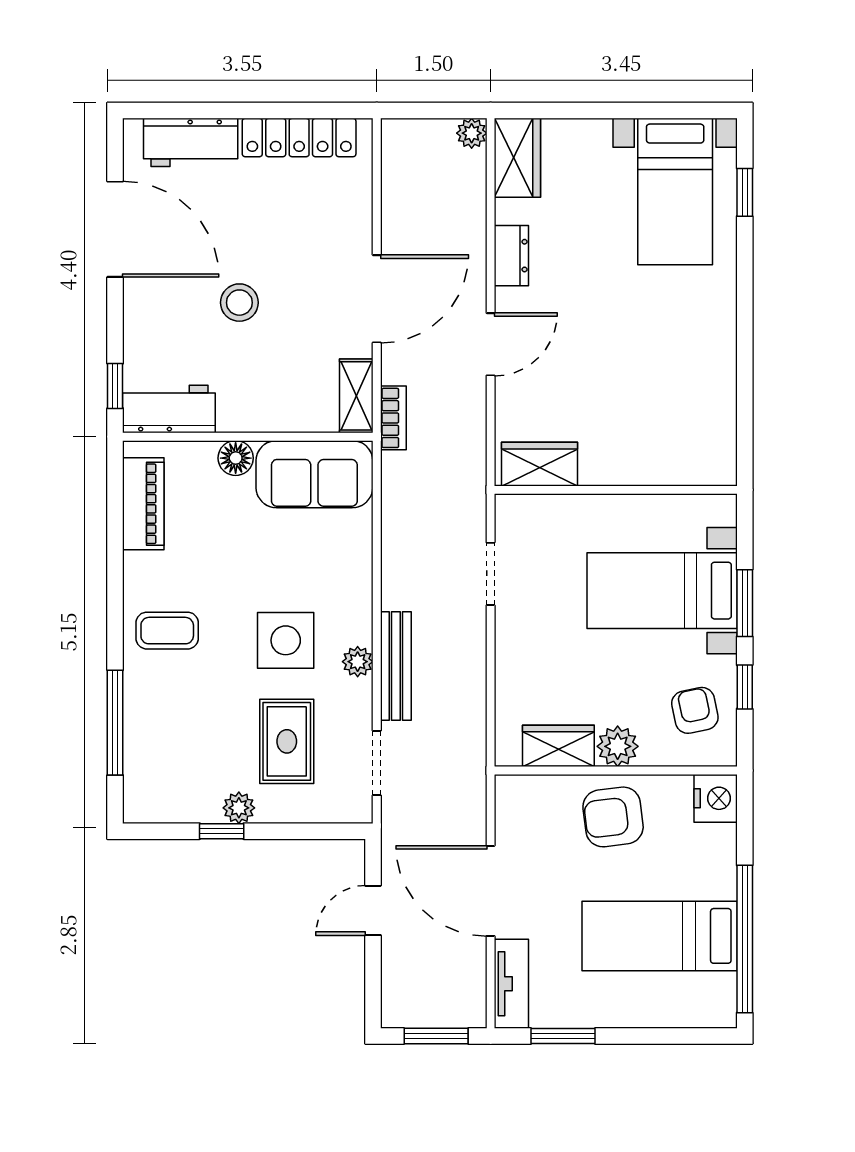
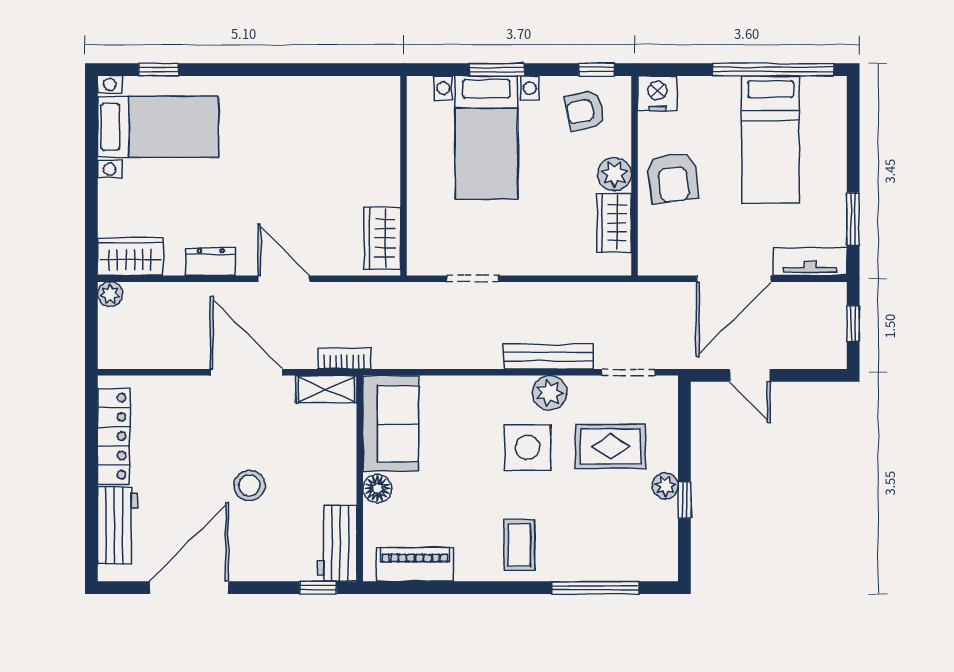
plant: (358, 662) -> (550, 393), width x1.38, depth x1.38
window: (745, 687) -> (597, 70), moved
window: (436, 1036) -> (853, 323), width x0.67

